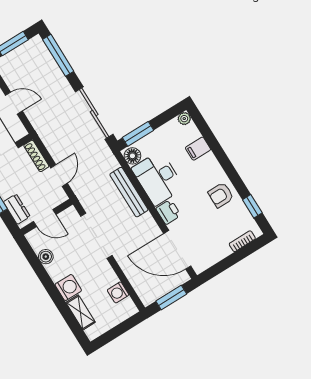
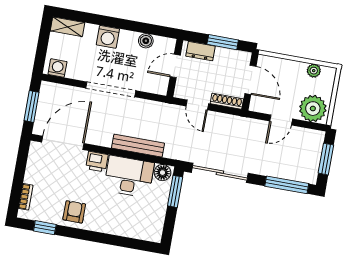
plant: (184, 119) -> (155, 236), removed
filing cabinet: (198, 149) -> (124, 226), removed
doorway: (96, 236) -> (111, 89), moved
washing machine: (118, 292) -> (57, 68), moved
shelving: (81, 312) -> (68, 27), moved

